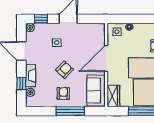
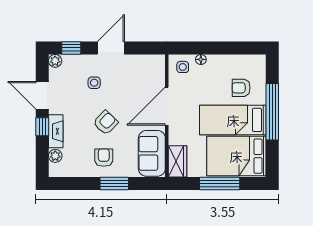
window: (21, 84) -> (42, 127), moved
window: (70, 111) -> (114, 183), width x0.69

